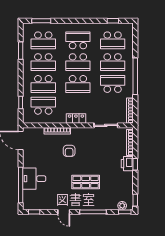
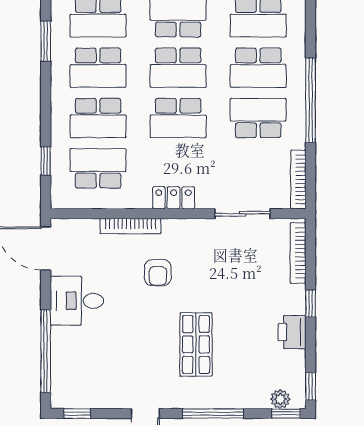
printer: (127, 164) -> (292, 332), moved
desk: (34, 179) -> (77, 301), moved
shop shelf: (86, 182) -> (196, 344), turned 90

